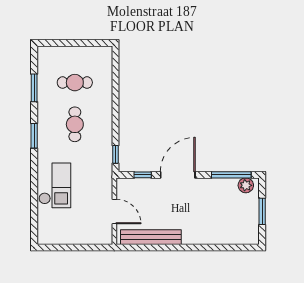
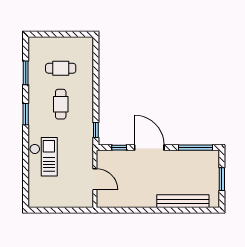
door: (178, 175) -> (149, 148), hinge flipped
plant: (246, 185) -> (208, 157), removed
bench: (151, 237) -> (183, 201), moved

